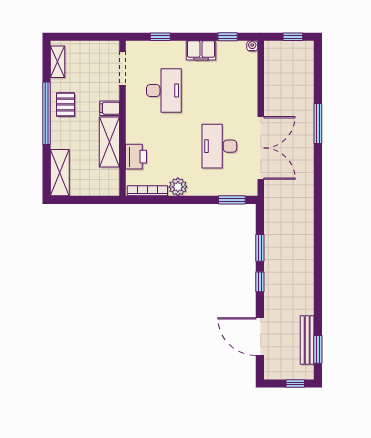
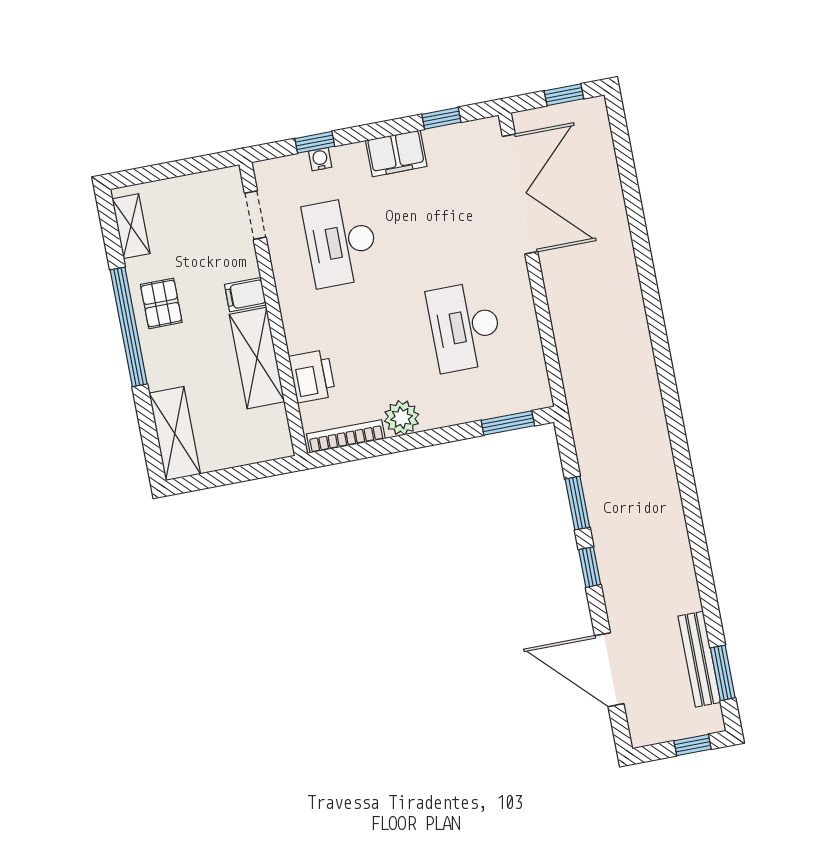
water cooler: (252, 46) -> (320, 159), moved
doorway: (123, 68) -> (255, 215), width x0.73
desk: (164, 90) -> (341, 242), turned 180
window: (318, 124) -> (642, 249), removed
double door: (261, 148) -> (520, 194), moved

